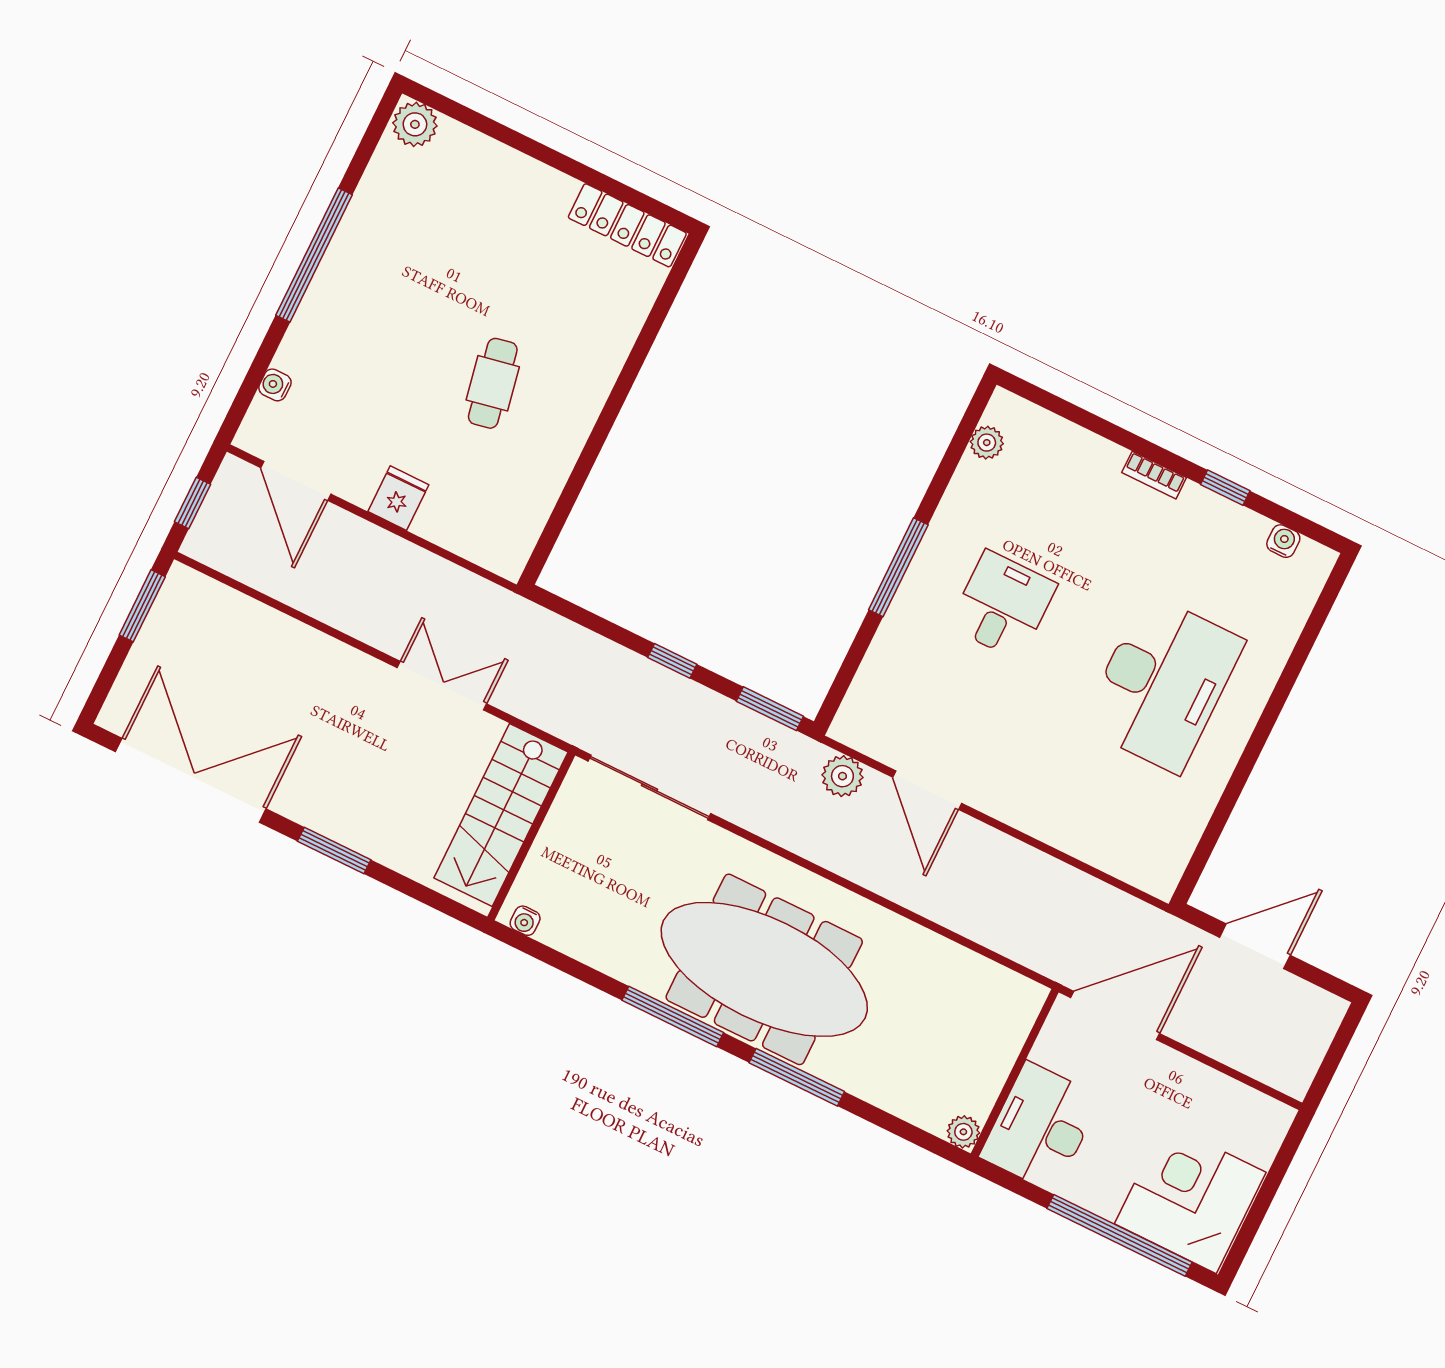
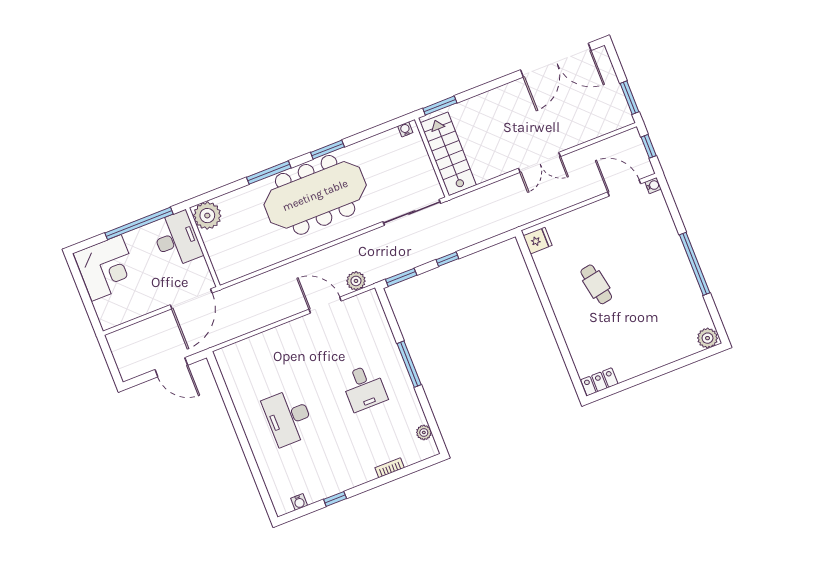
locker: (627, 225) -> (599, 382), width x0.66
water cooler: (275, 385) -> (653, 185), moved
bookcase: (1154, 475) -> (390, 468), moved
fridge: (398, 498) -> (538, 241), moved, turned -90
desk: (1163, 683) -> (288, 417), width x0.73, depth x0.77
double door: (442, 686) -> (539, 162), moved
window: (334, 851) -> (440, 106), moved
door: (1255, 946) -> (171, 367), hinge flipped
window: (673, 1016) -> (327, 150), width x0.69
plant: (963, 1132) -> (207, 216), width x1.88, depth x1.88
window: (1120, 1235) -> (139, 223), moved

